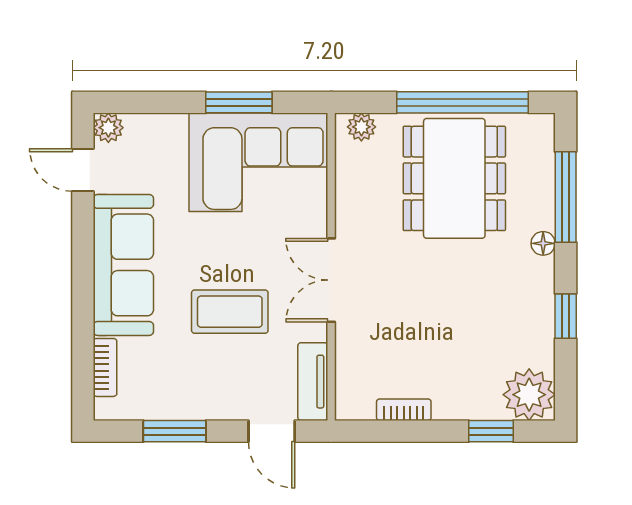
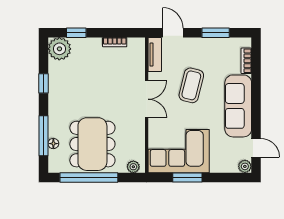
floor lamp: (543, 243) -> (53, 144), moved
coffee table: (230, 312) -> (191, 85), turned -76

